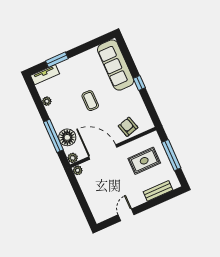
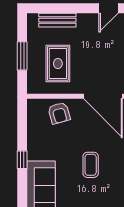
window: (171, 155) -> (22, 56), width x0.69
rug: (144, 161) -> (58, 64), turned 90

